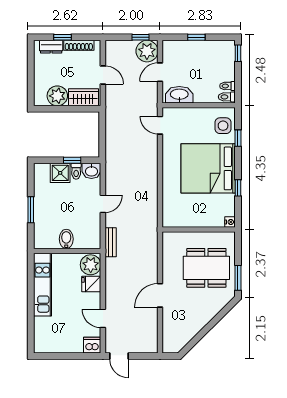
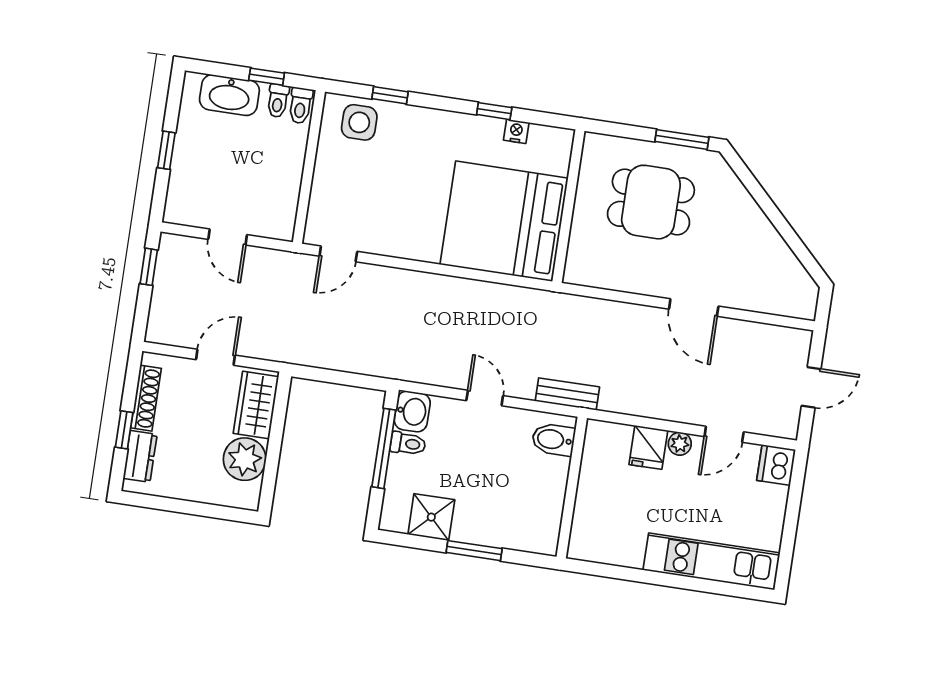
plant: (147, 51) -> (180, 258), removed
window: (238, 53) -> (267, 77), moved
washbasin: (179, 95) -> (229, 95), moved, turned -90
window: (72, 160) -> (384, 448), width x2.17
bed: (208, 168) -> (504, 221), moved, turned 90
shower: (60, 173) -> (431, 517), moved
nightstand: (230, 222) -> (516, 131), moved
bidet: (66, 239) -> (553, 439), moved
plant: (91, 265) -> (680, 444), moved, width x0.53, depth x0.53
dining table: (206, 268) -> (651, 202), width x0.73
kitchen unit: (42, 285) -> (712, 561), moved
door: (119, 356) -> (811, 387), moved

